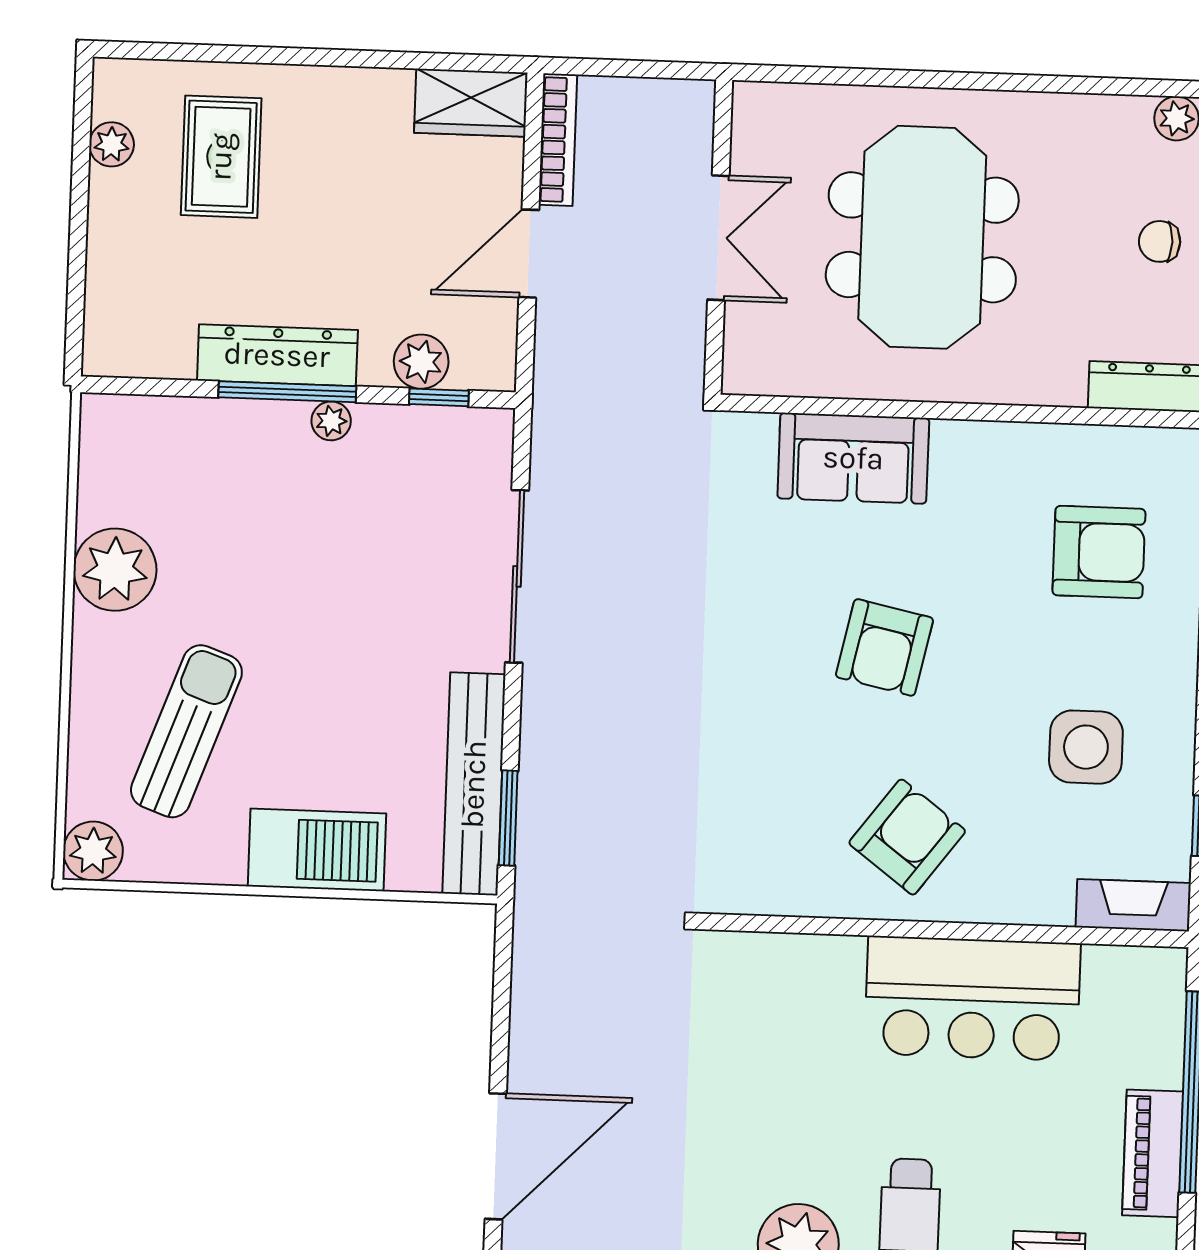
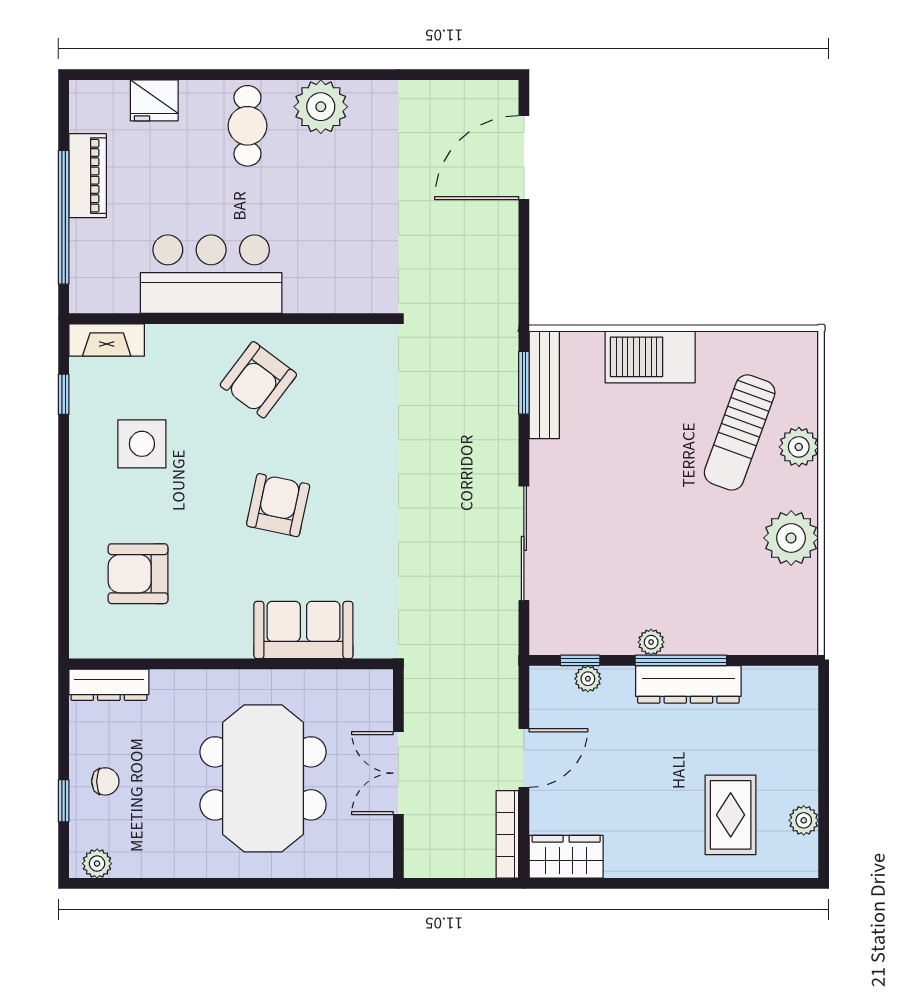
plant: (421, 362) -> (588, 679), width x0.73, depth x0.73
bench: (474, 784) -> (544, 385), width x0.73, depth x0.82
plant: (93, 851) -> (799, 447), moved

